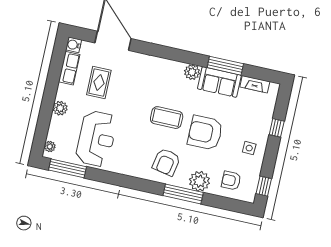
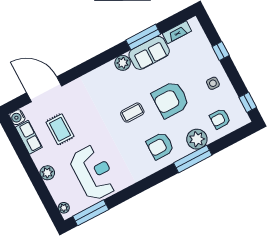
coffee table: (167, 118) -> (132, 113), width x0.73, depth x0.77
armchair: (166, 162) -> (160, 146), turned 79

